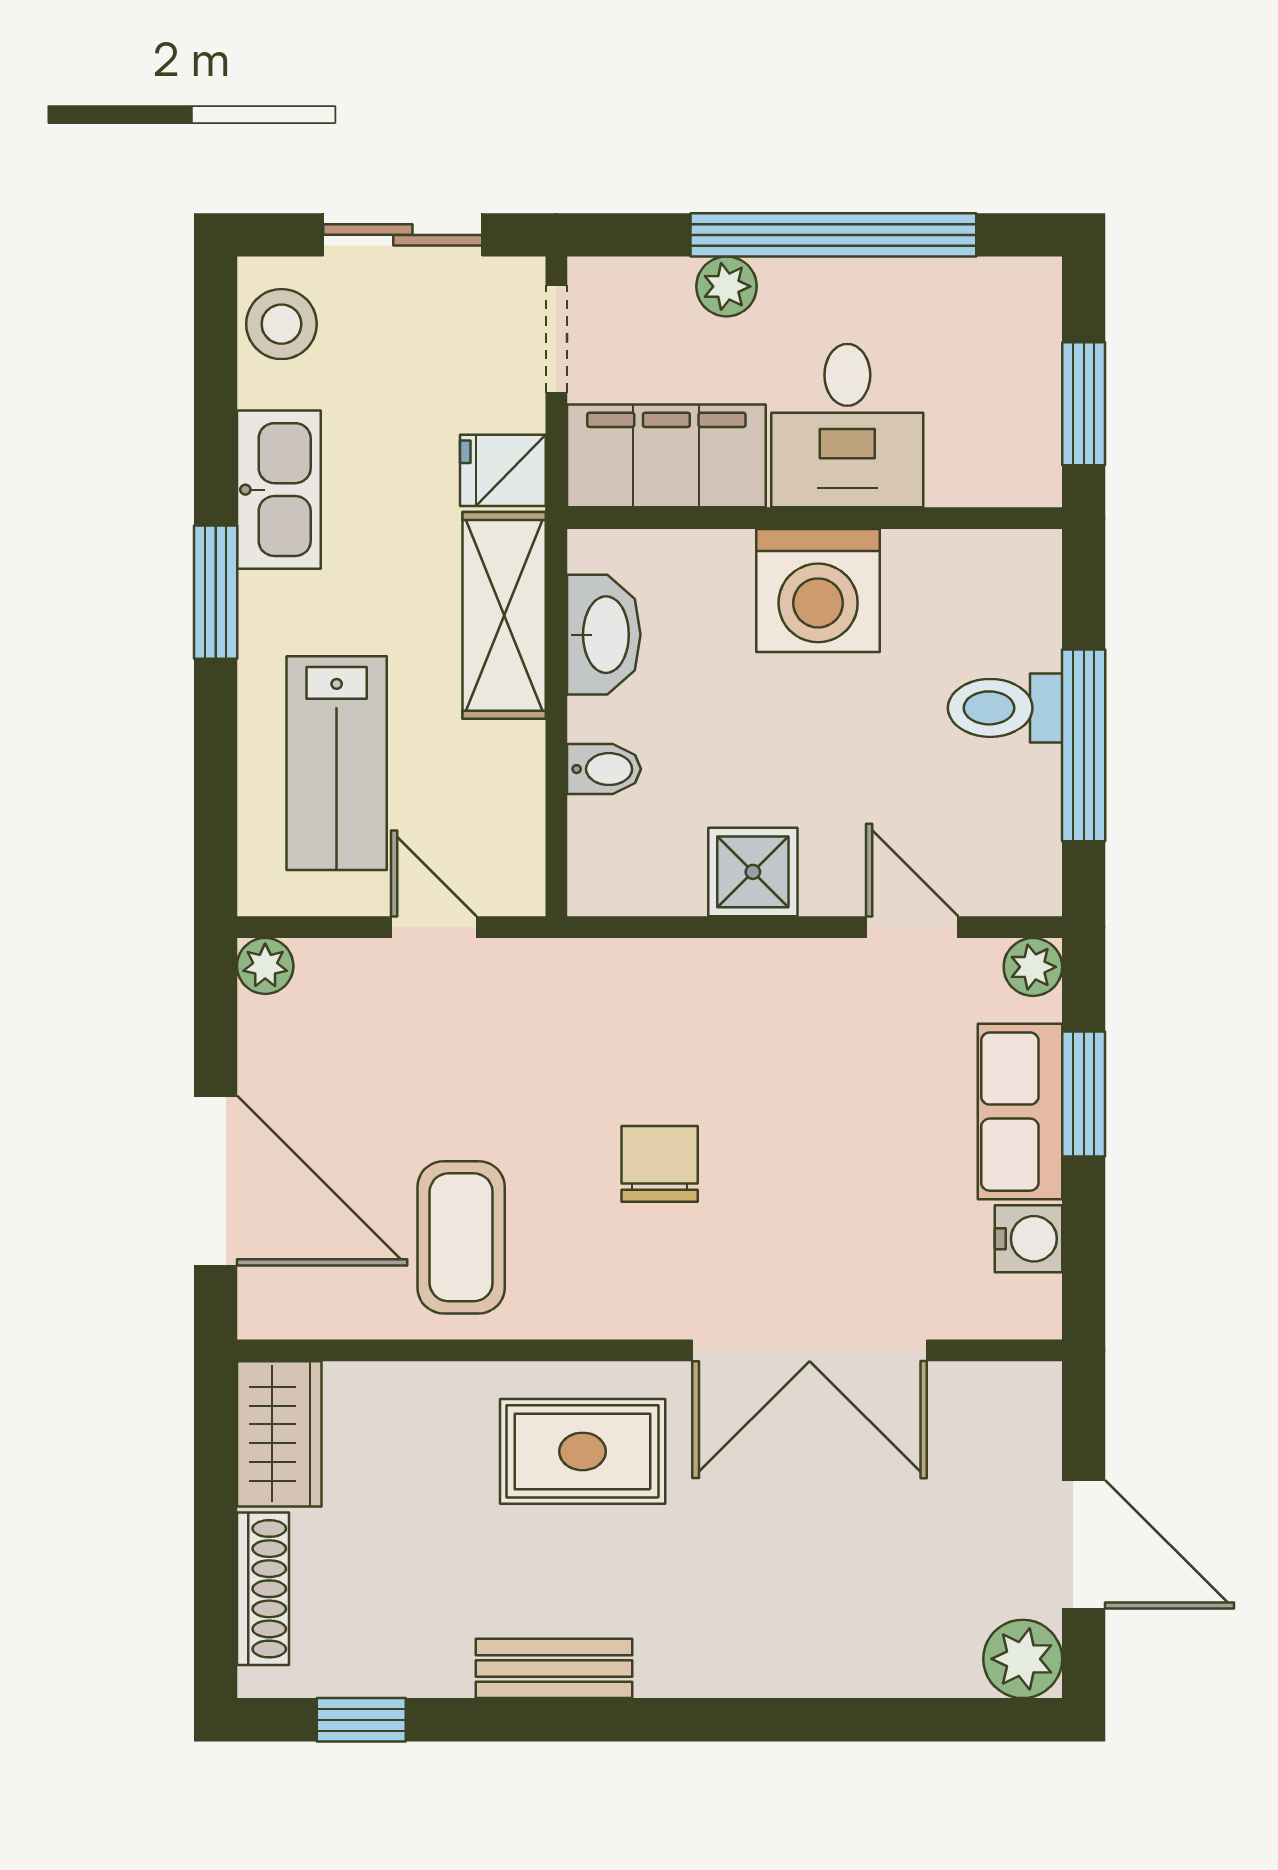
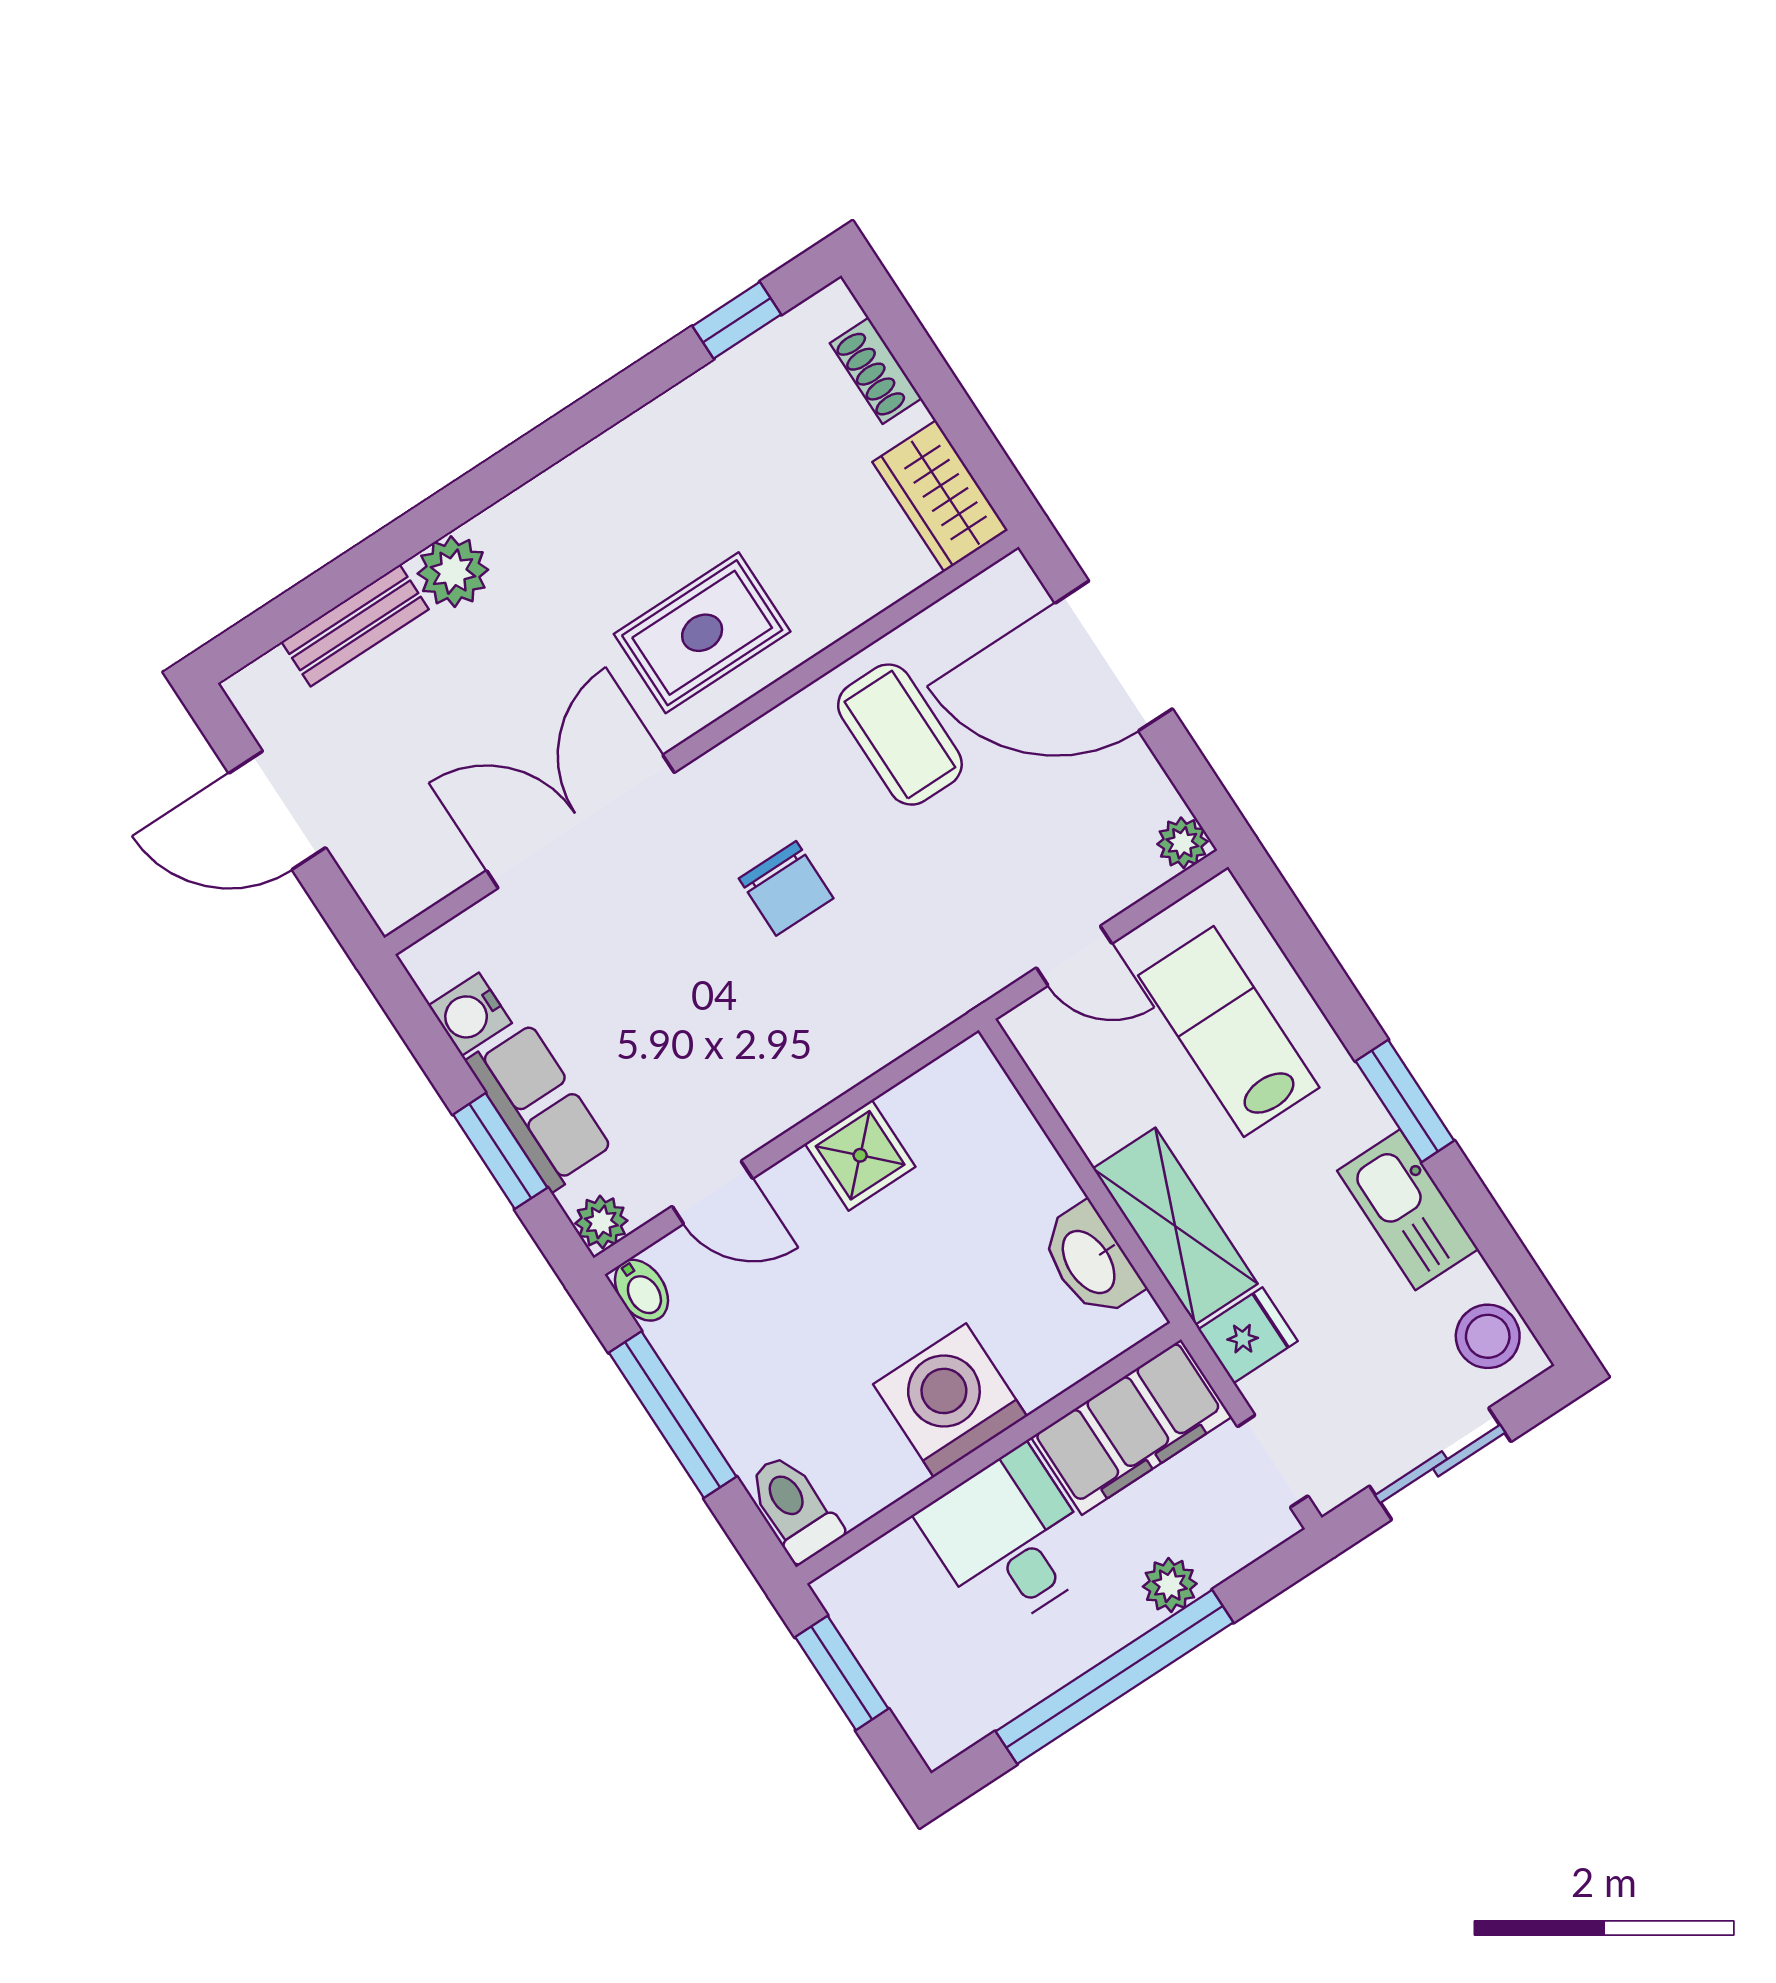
toilet: (1005, 708) -> (794, 1507), moved, turned -90
bidet: (604, 769) -> (642, 1290), moved, turned -90
shoe rack: (263, 1589) -> (876, 371), width x0.70
plant: (1023, 1659) -> (453, 572), moved
bench: (554, 1668) -> (355, 625), moved

